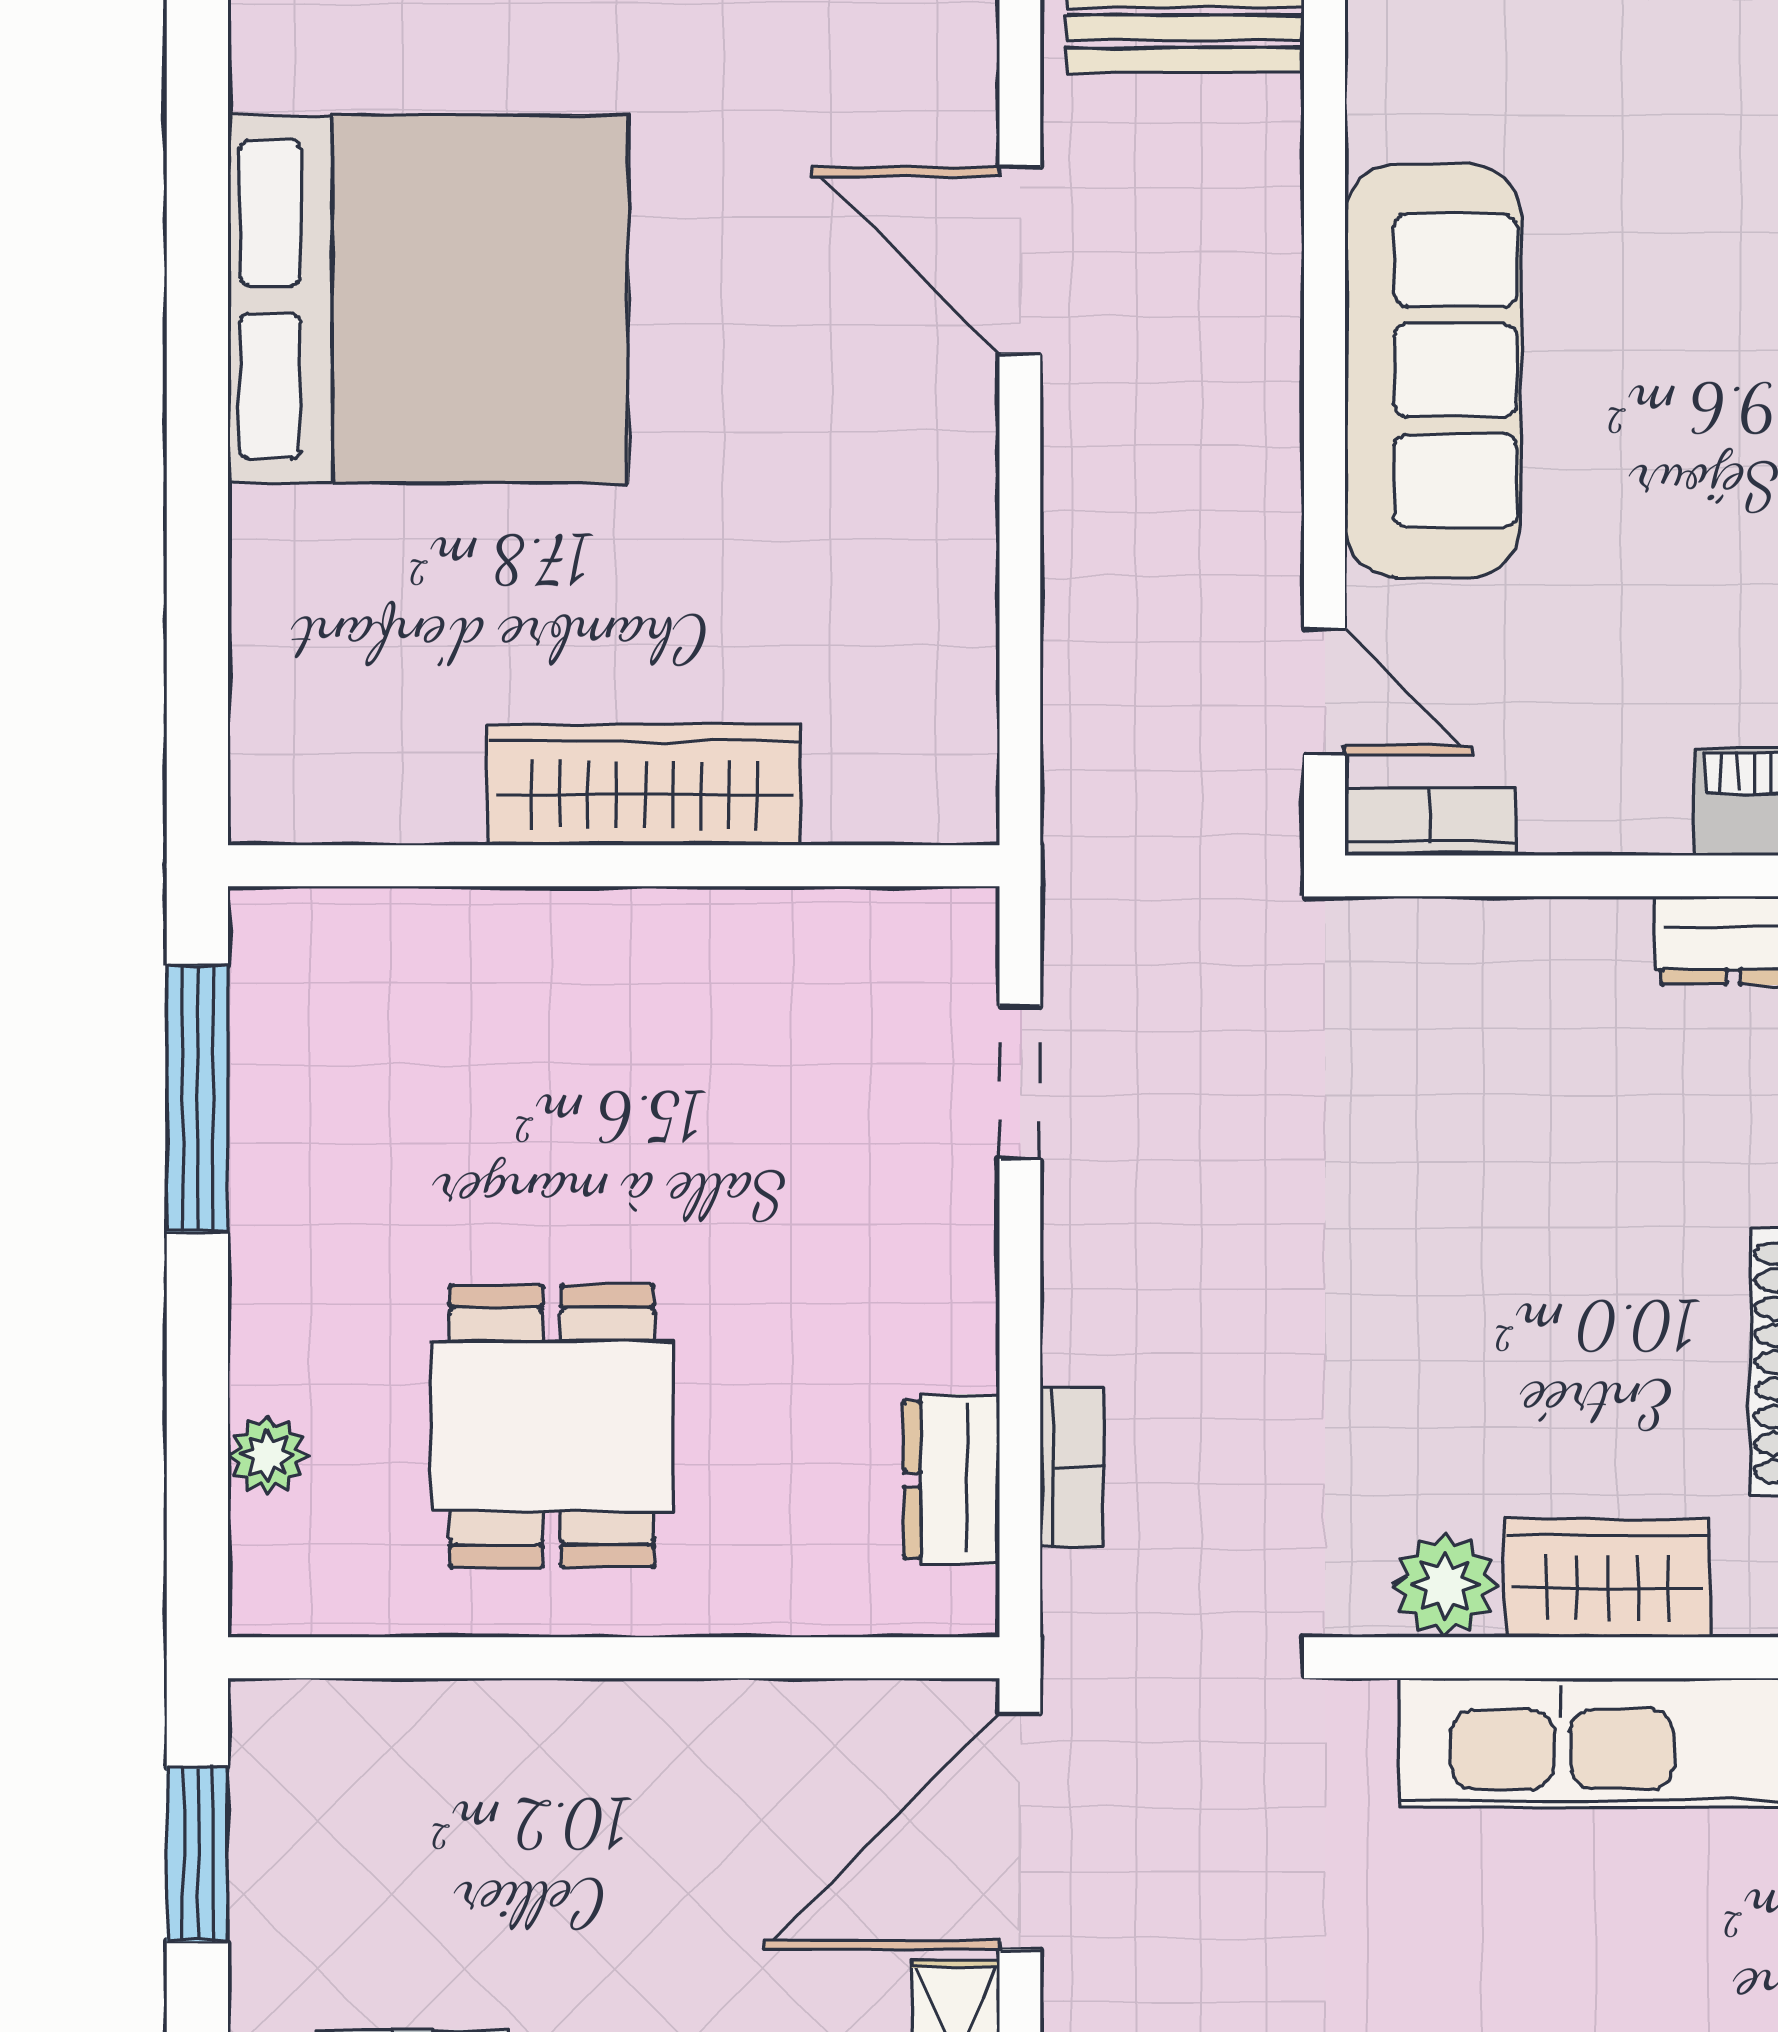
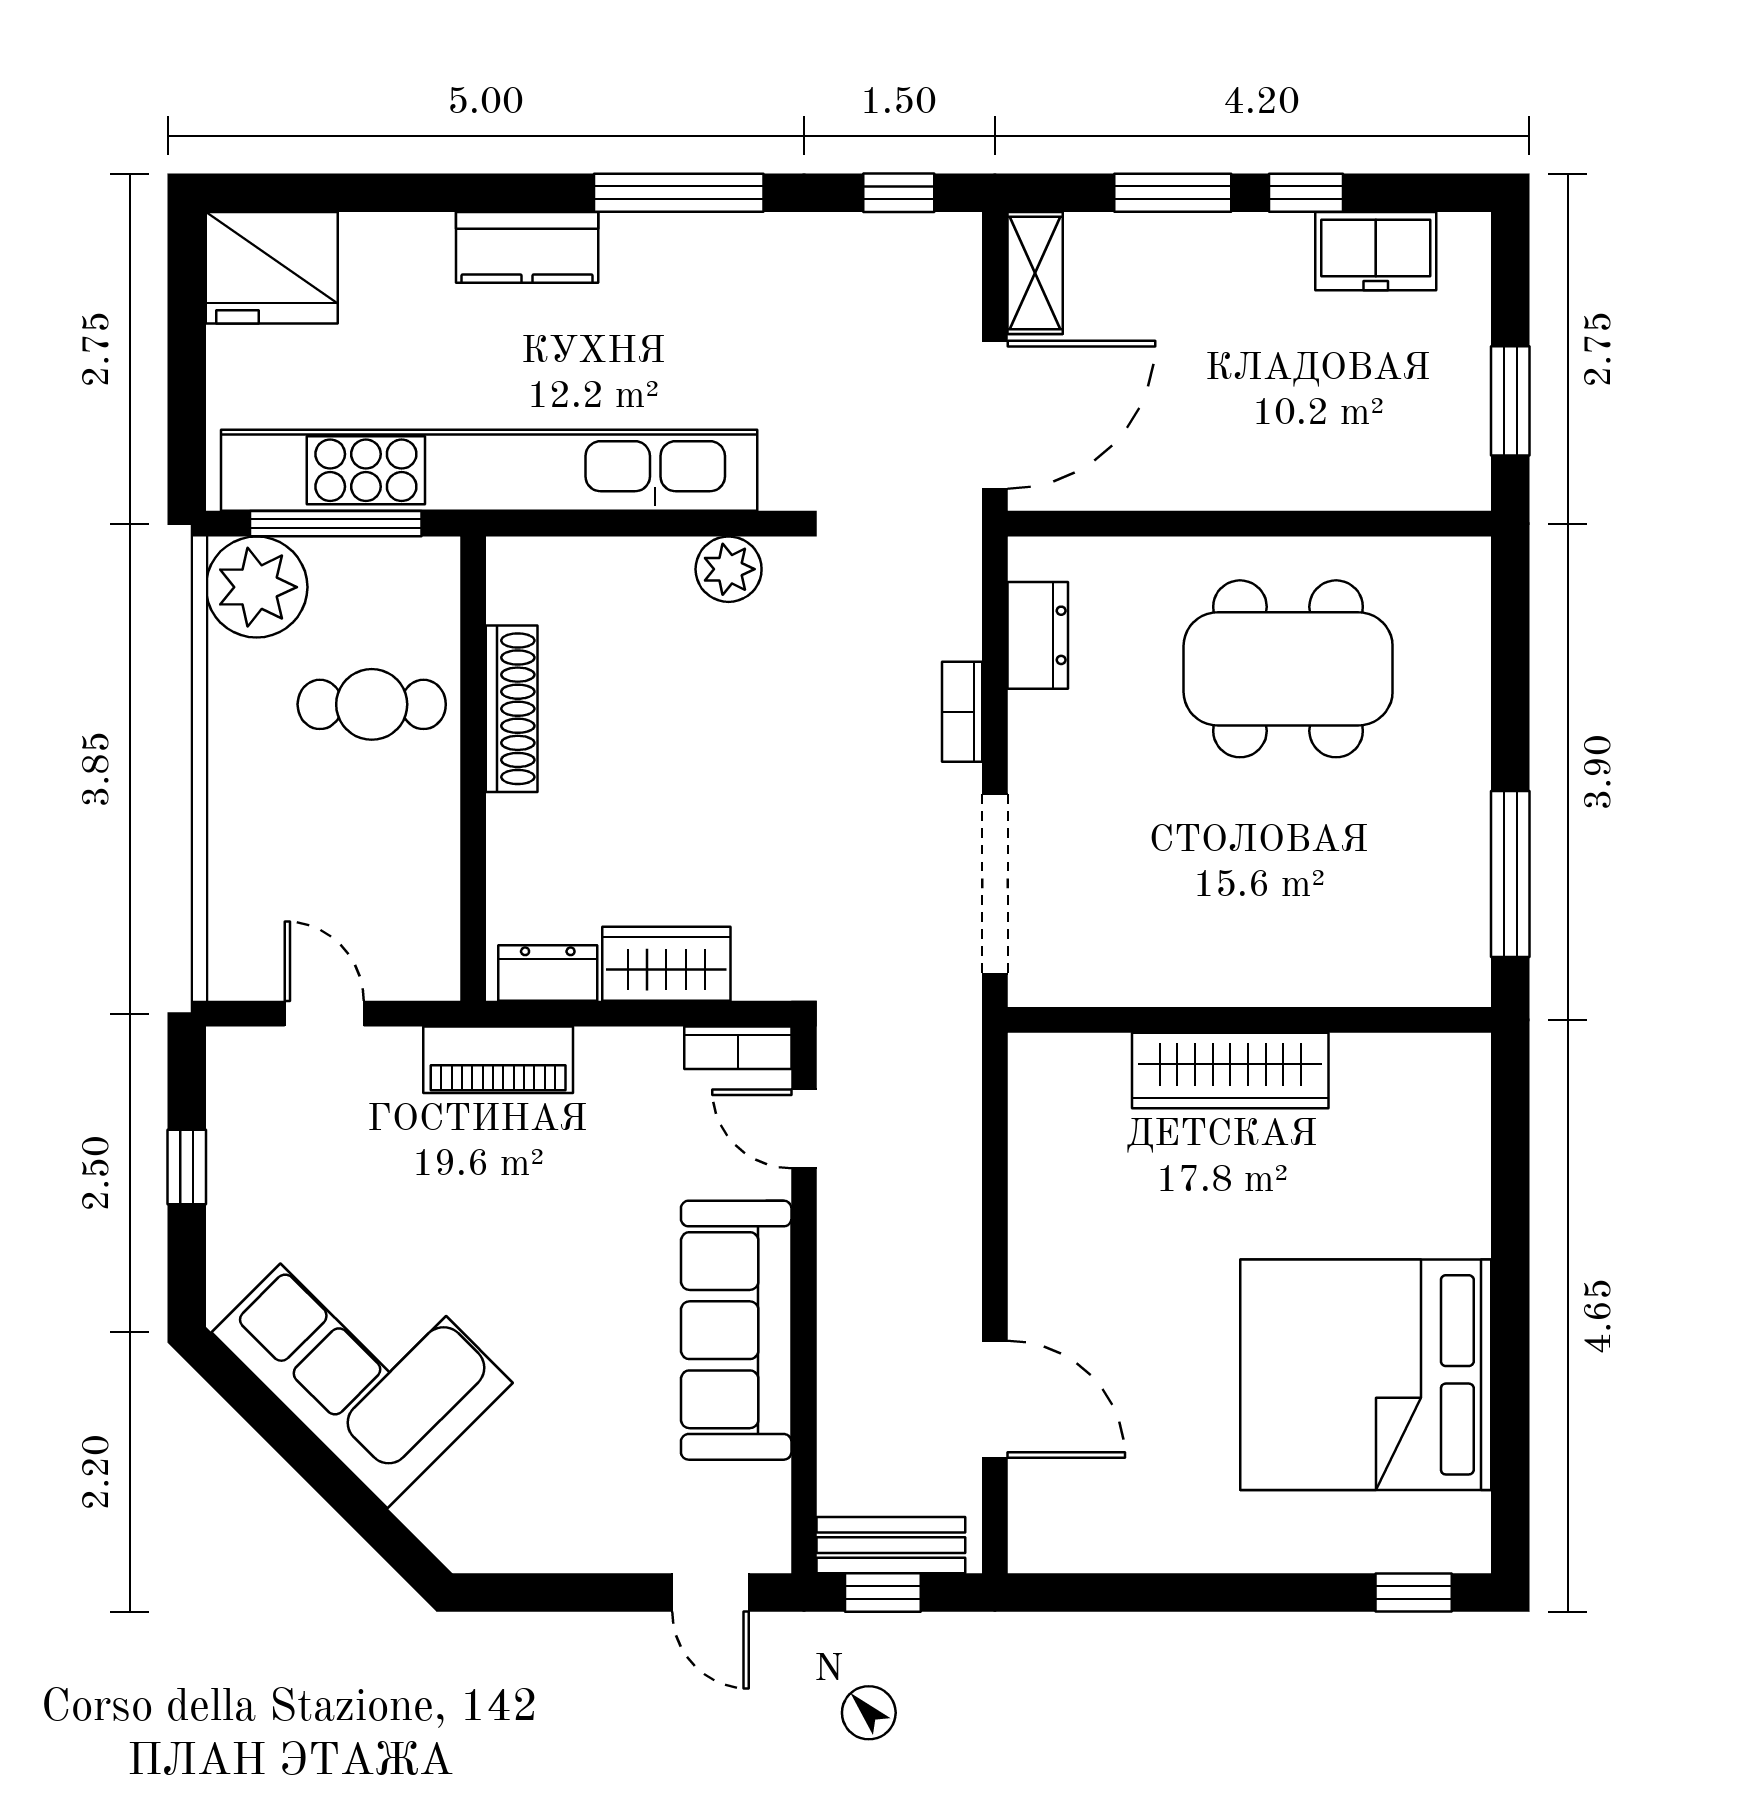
doorway: (1020, 1082) -> (995, 884), width x1.87
dining table: (552, 1426) -> (1288, 669), width x1.38
plant: (267, 1455) -> (1466, 650), removed
bookcase: (1072, 1467) -> (962, 712), moved
wardrobe: (1608, 1578) -> (666, 964), moved, turned 180

